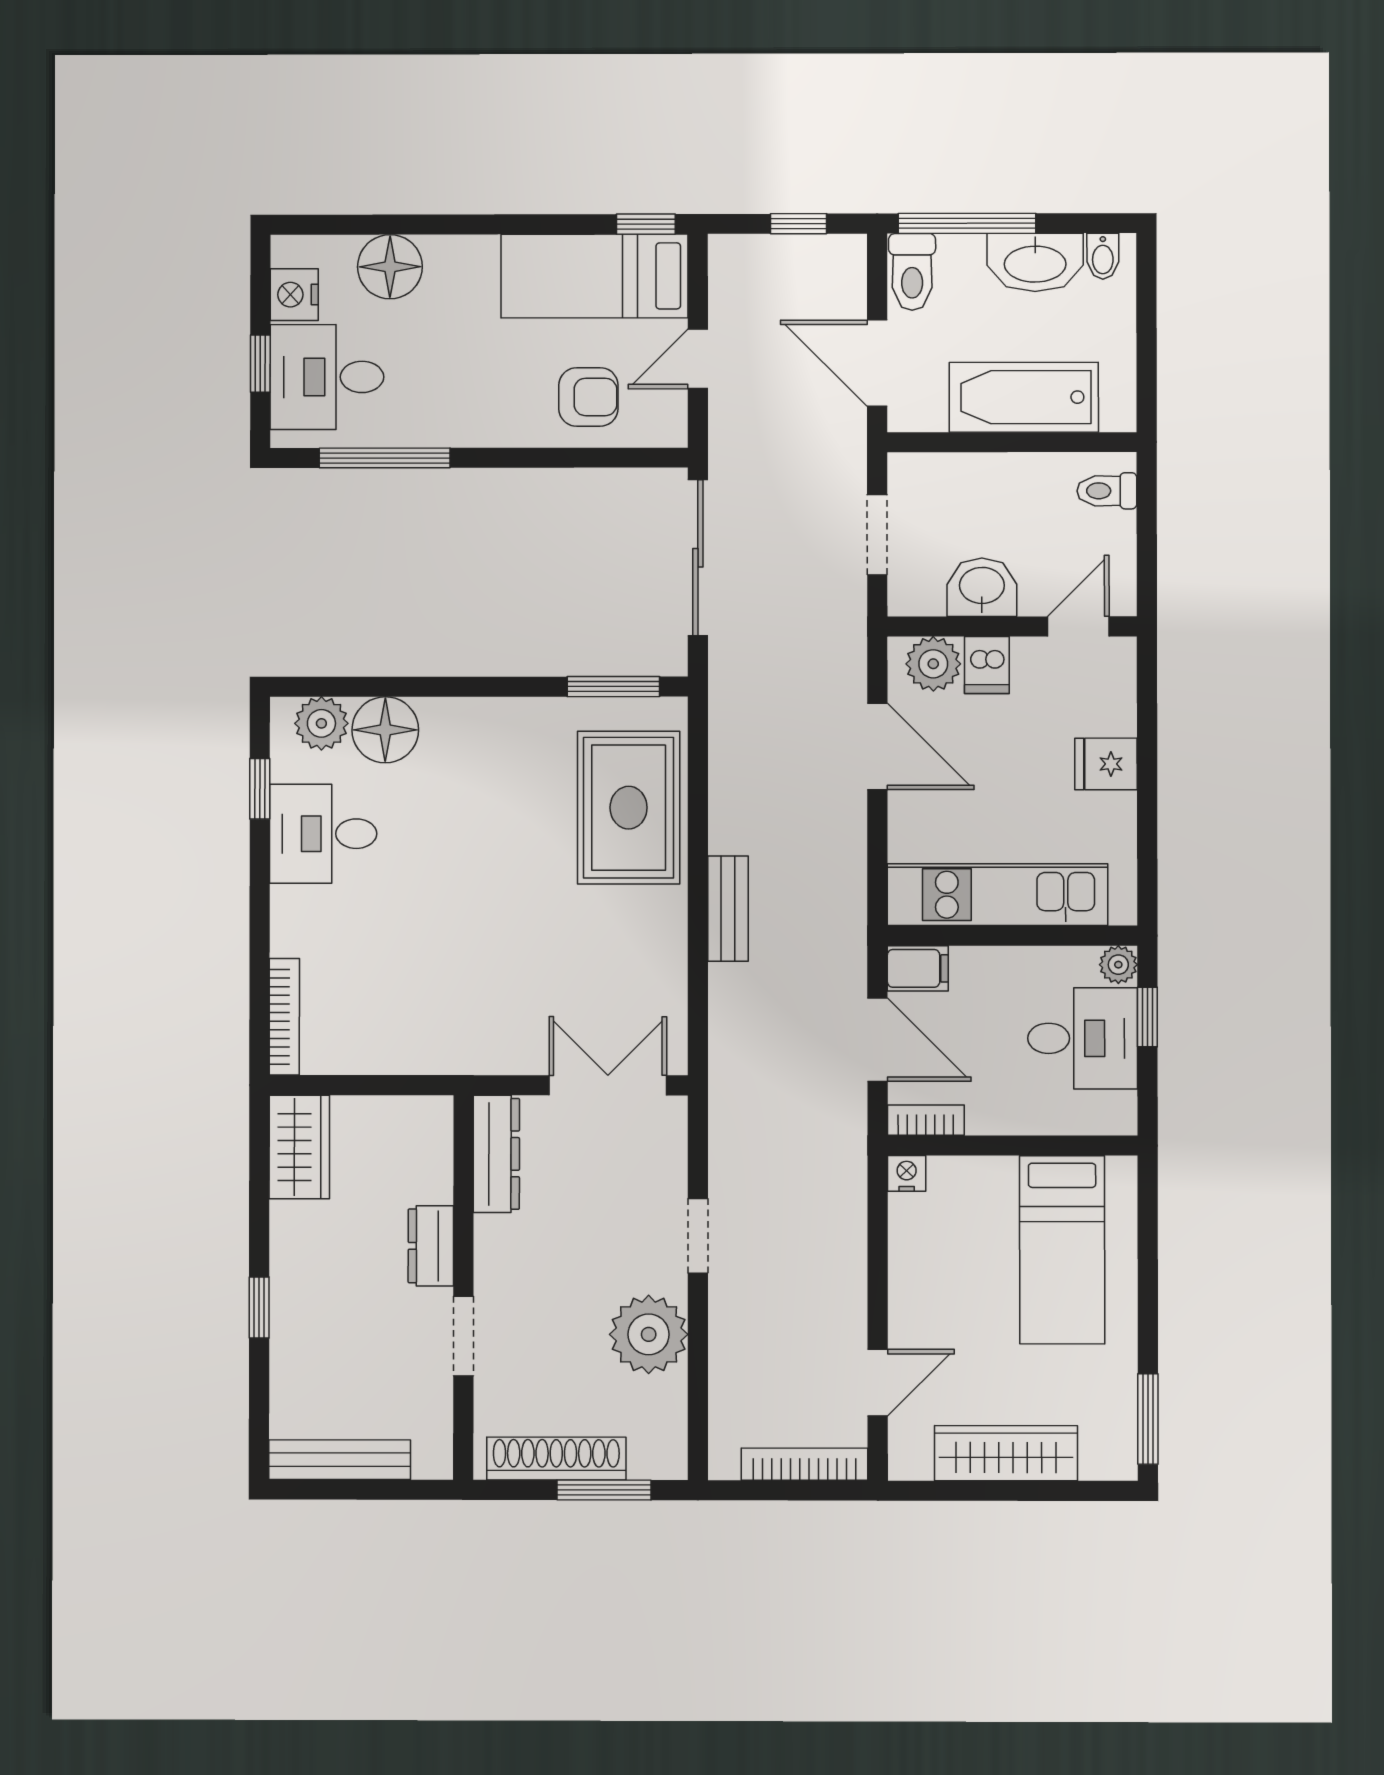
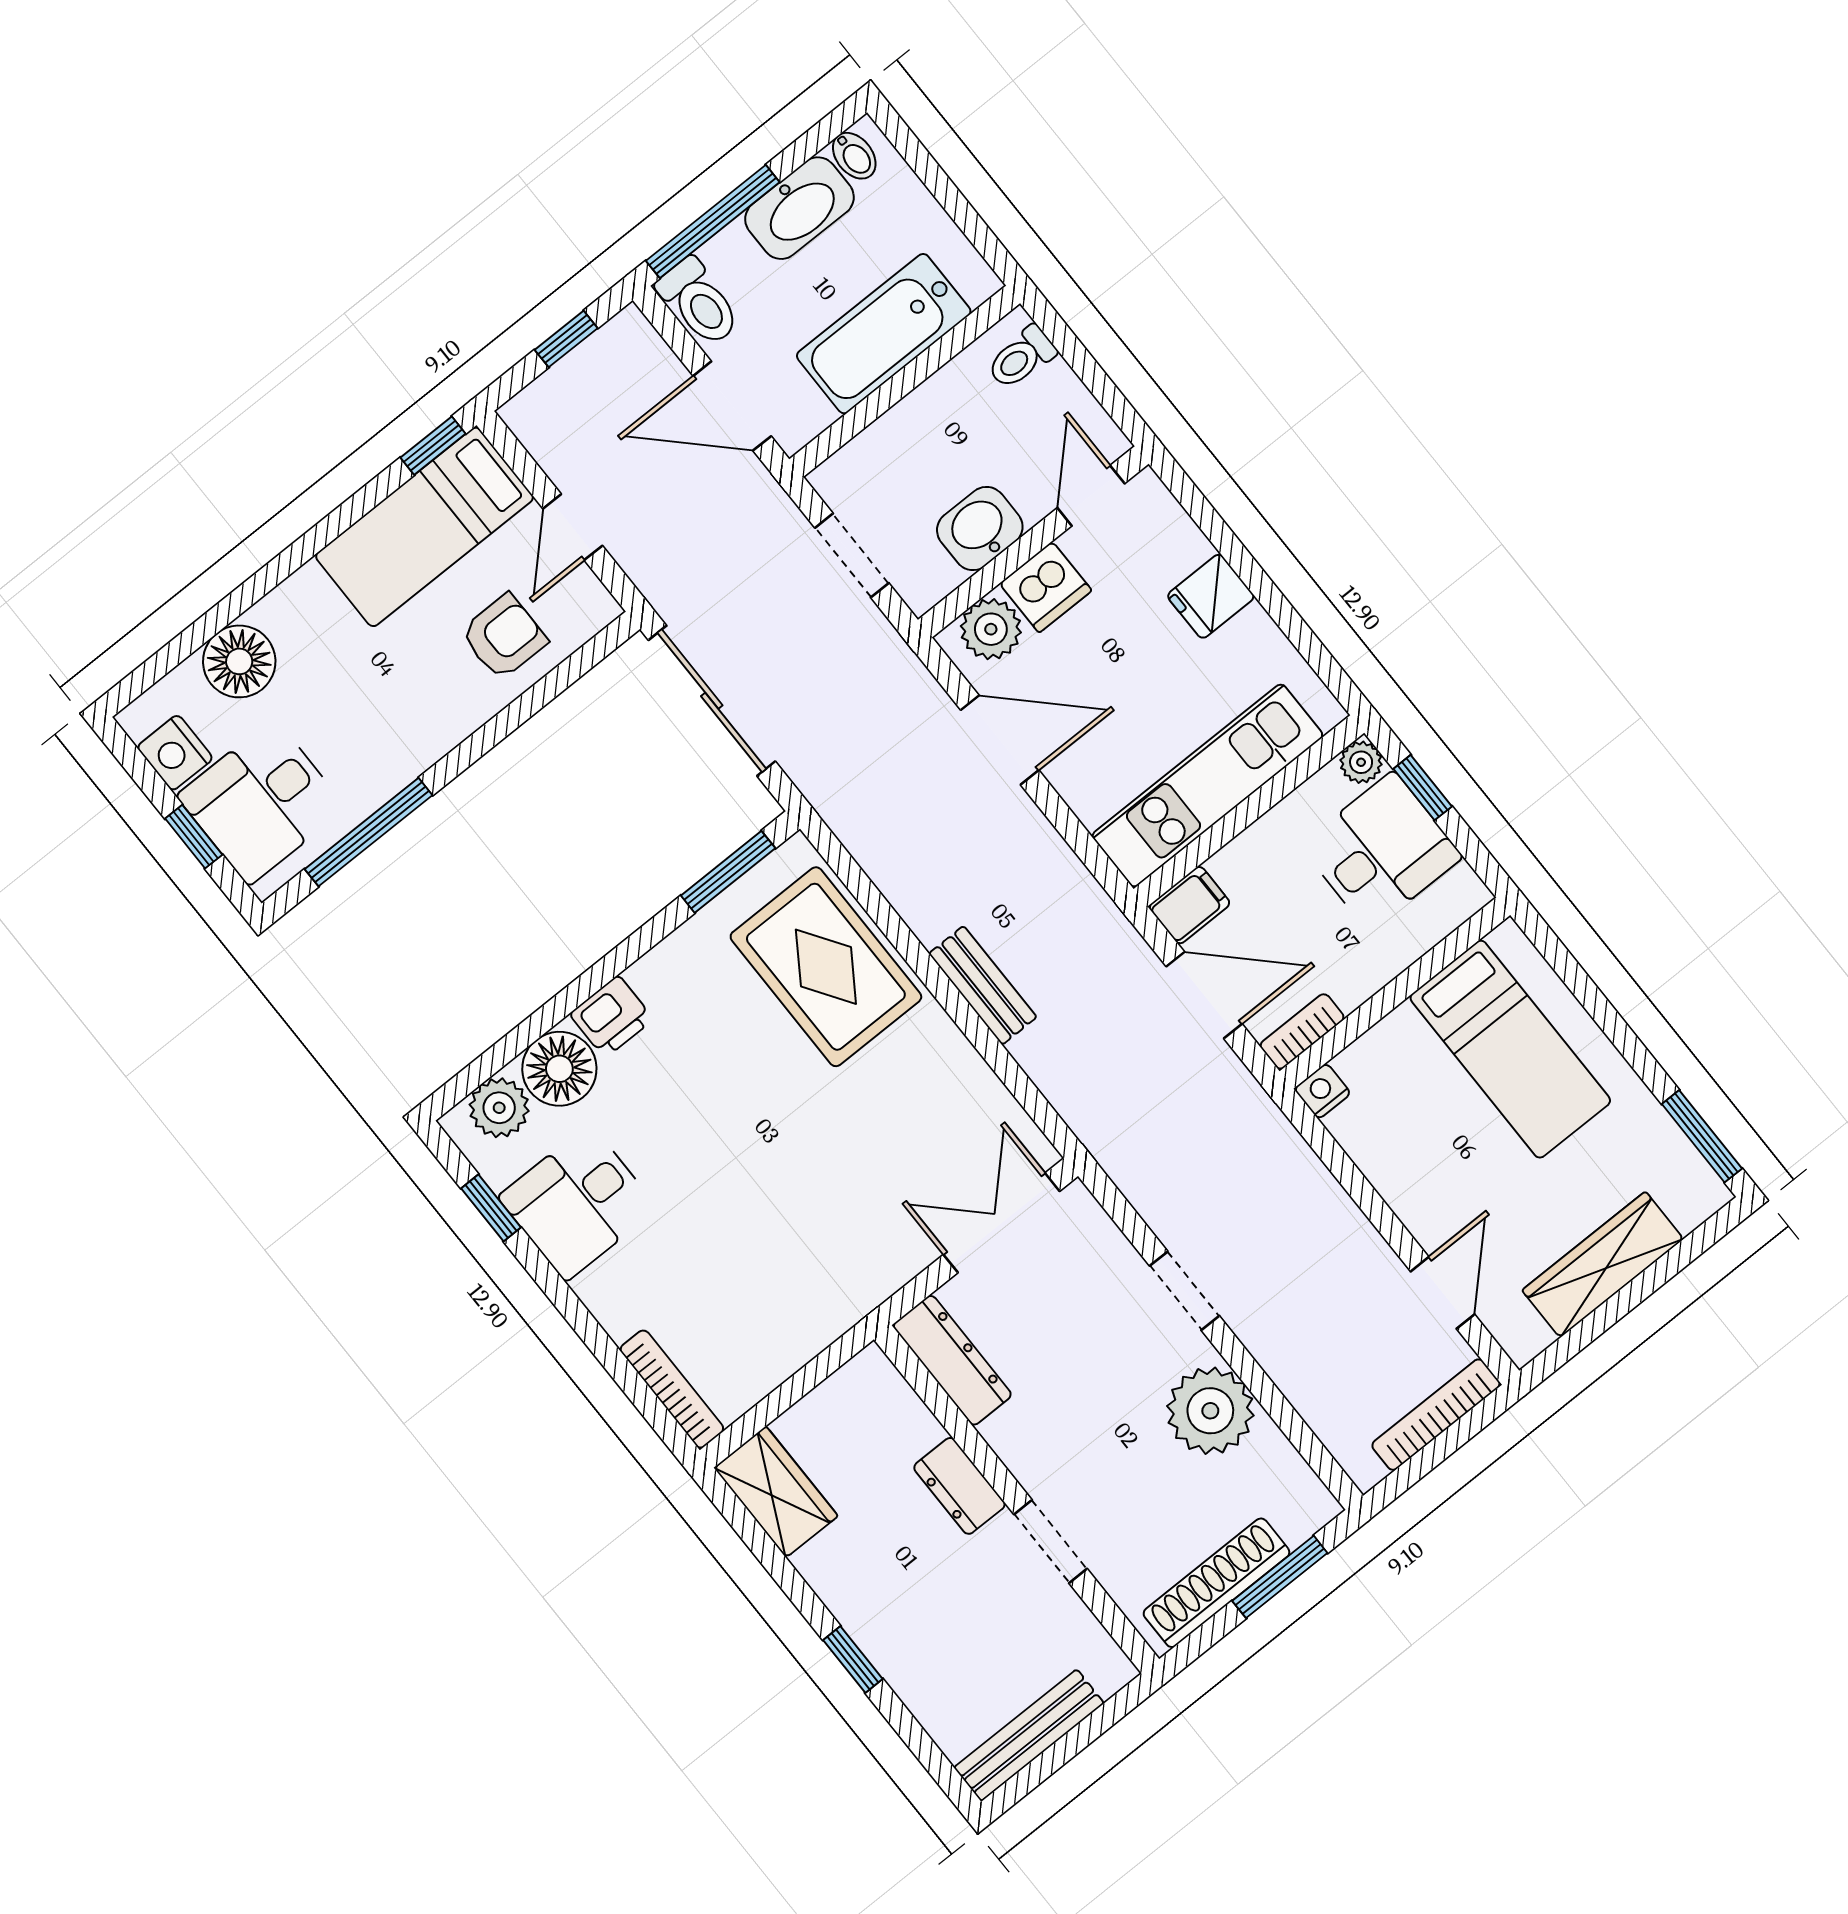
dishwasher: (987, 665) -> (1046, 587), width x1.38
printer: (451, 722) -> (612, 1017), added

